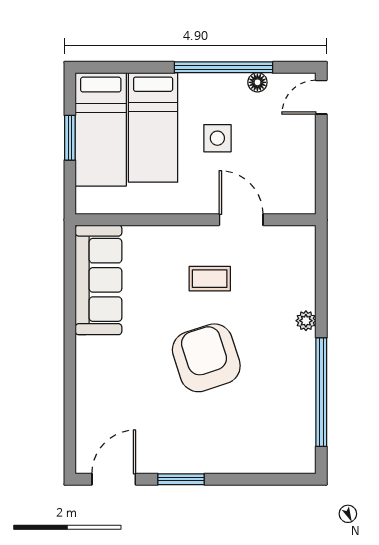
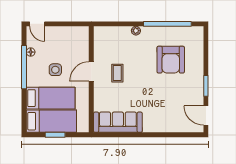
door: (241, 220) -> (91, 71), moved
armchair: (206, 358) -> (171, 60), moved, turned -72

